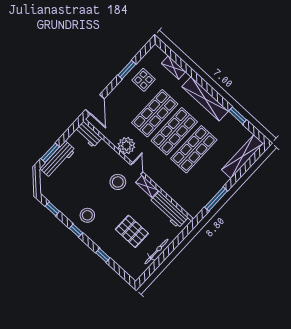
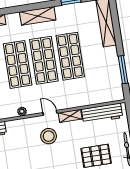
shelving: (205, 99) -> (38, 16), width x0.68
plant: (126, 146) -> (22, 111), width x0.53, depth x0.53

